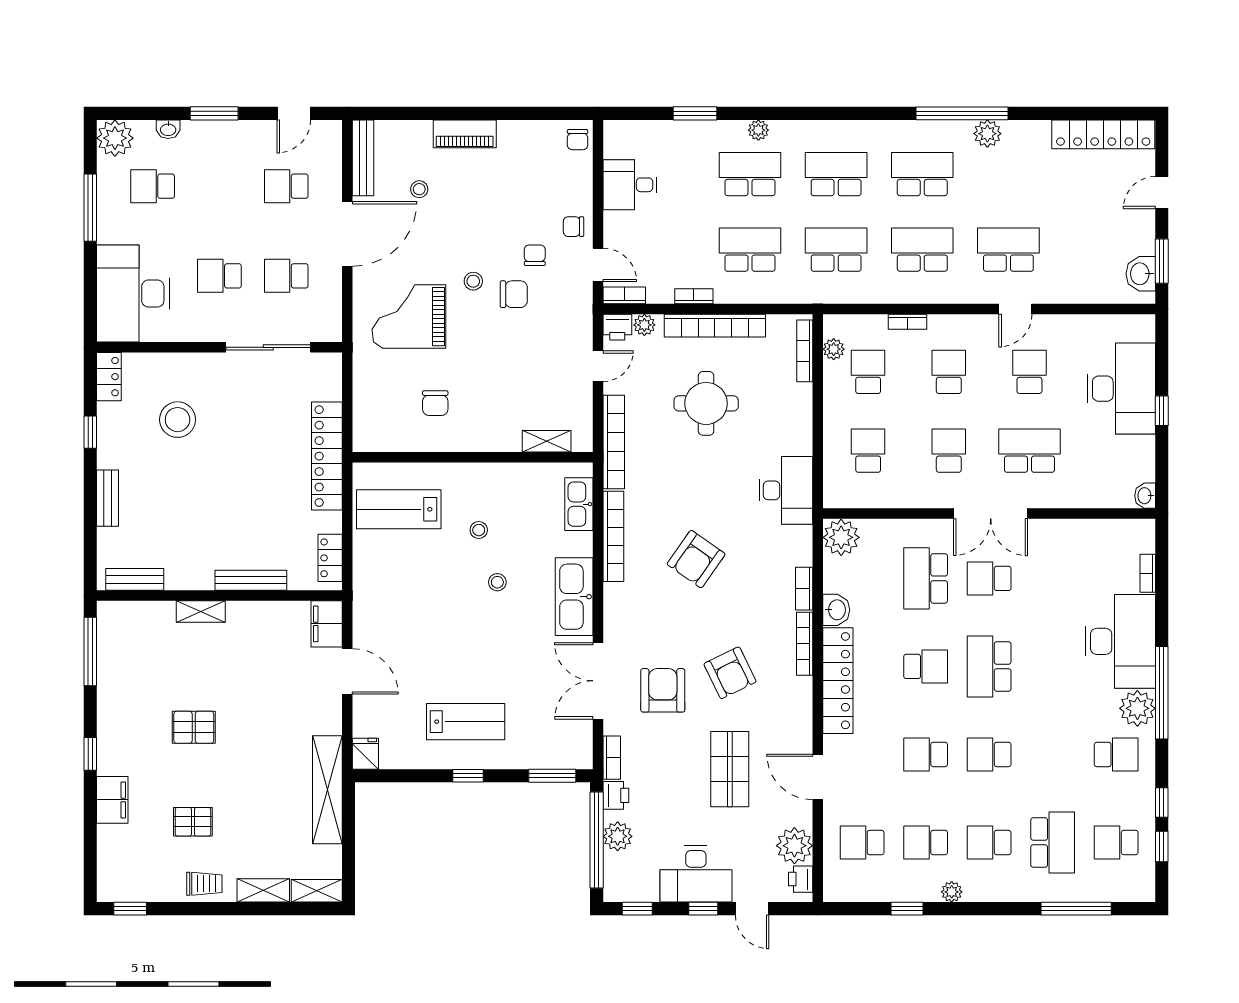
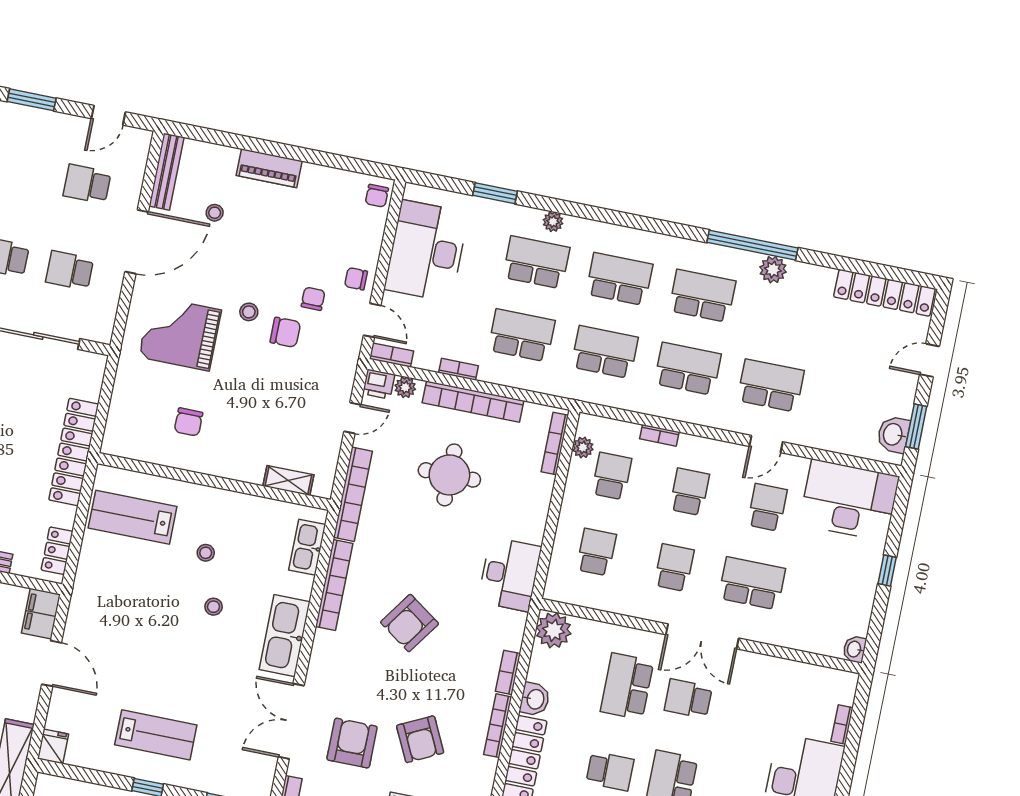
desk: (630, 185) -> (426, 251), width x1.87, depth x1.30
desk: (1121, 389) -> (849, 500), moved, turned -90

